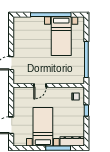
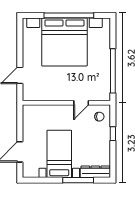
bed with nightstands: (61, 36) -> (64, 42), width x1.85
door: (40, 85) -> (81, 103), moved

